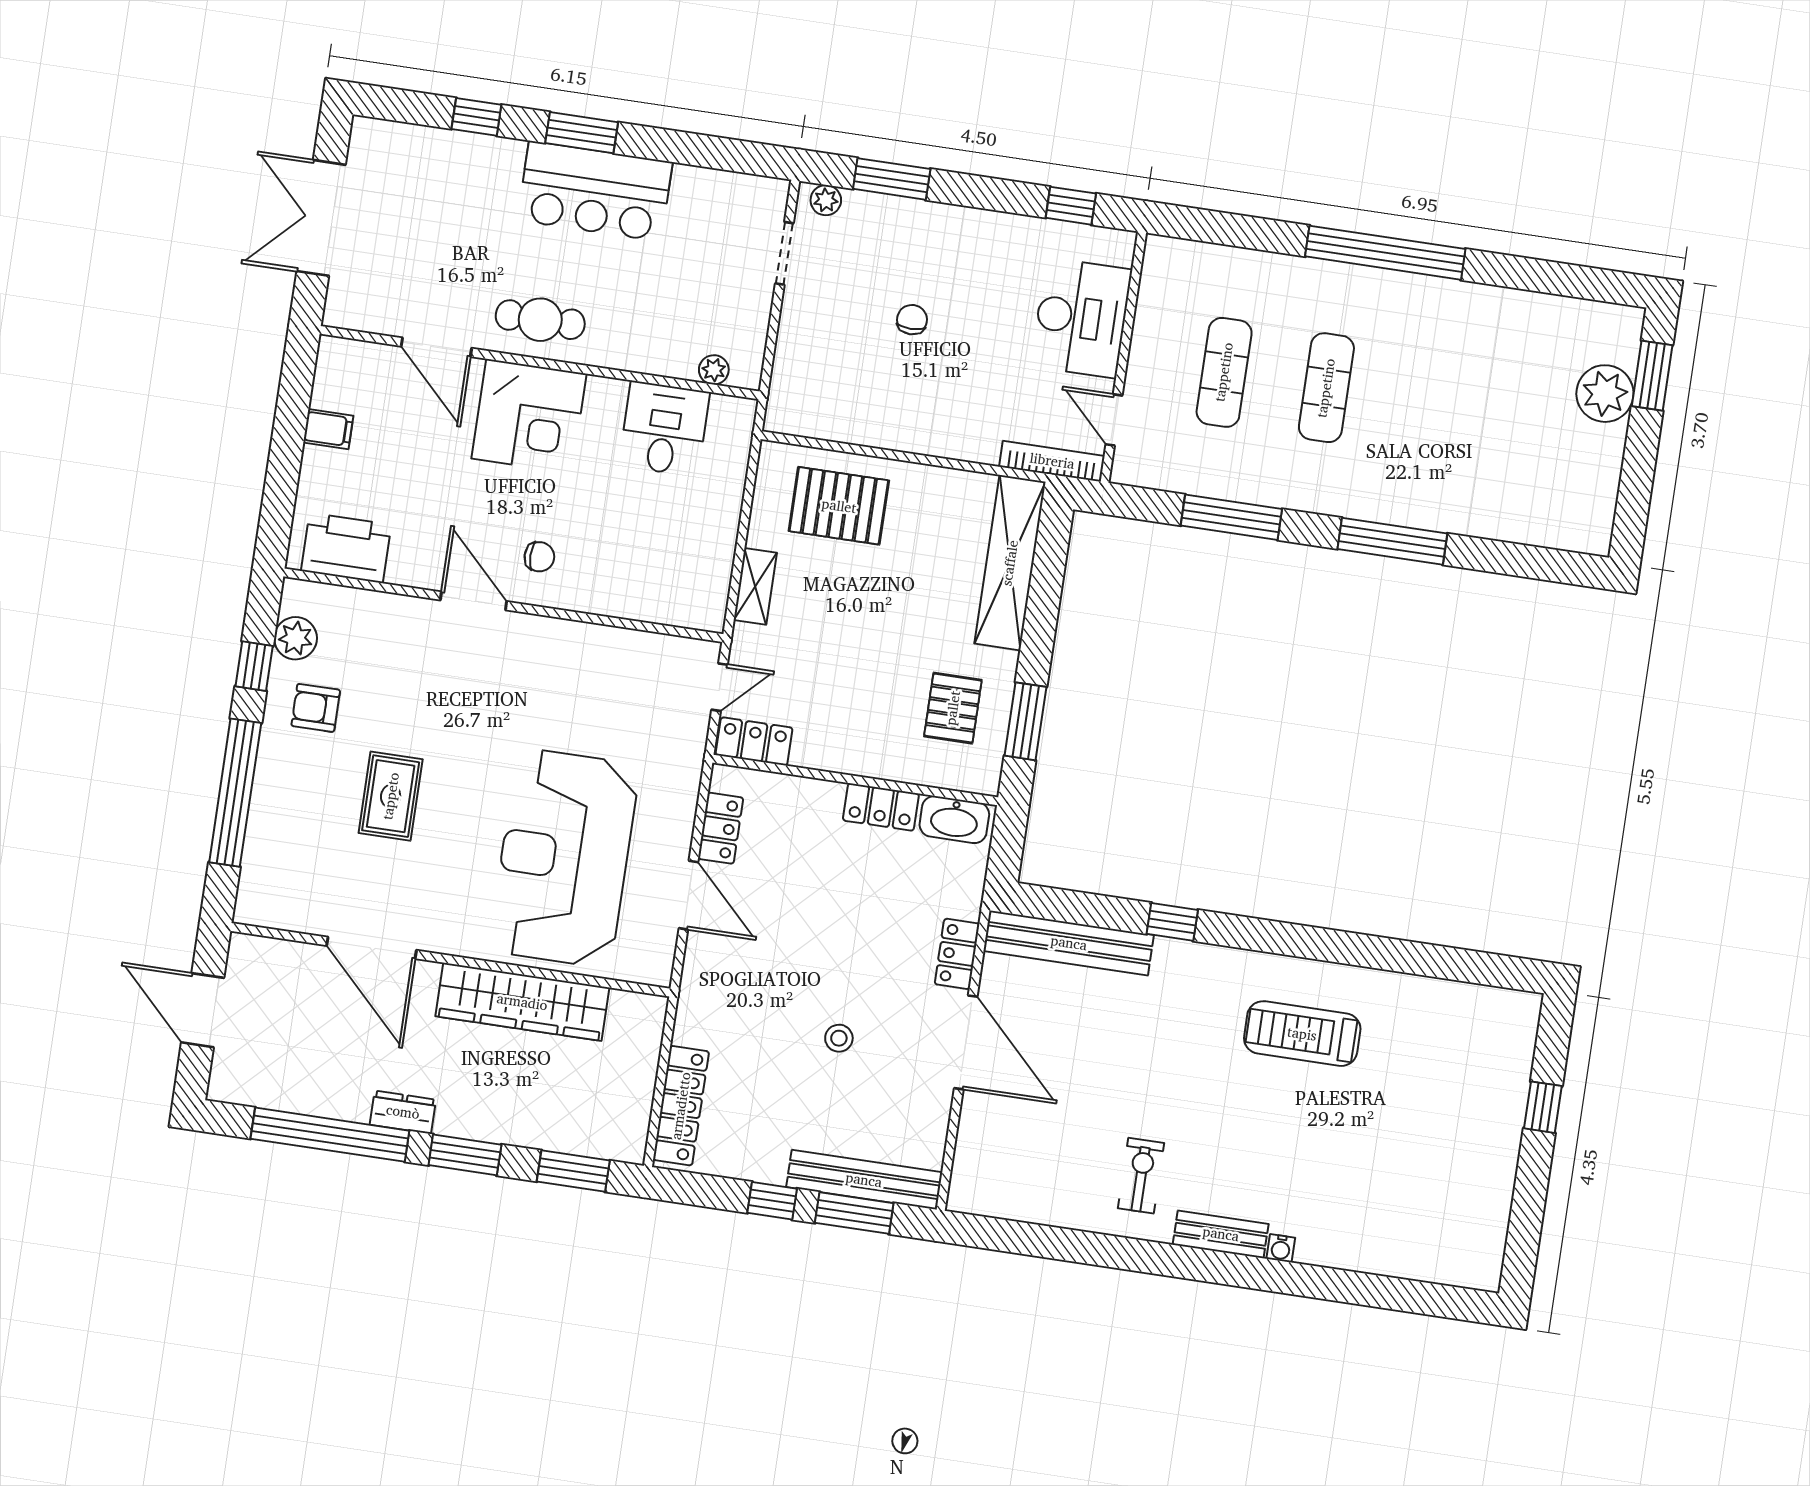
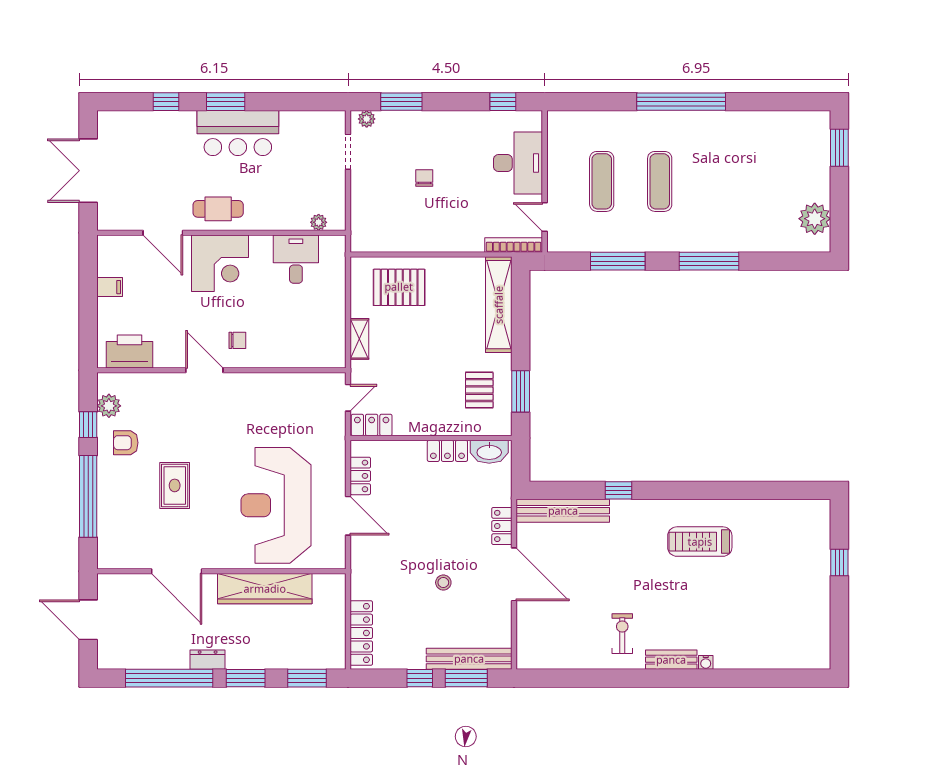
plant: (1605, 394) -> (815, 219), moved

